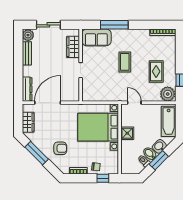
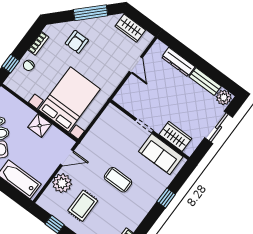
window: (114, 25) -> (166, 198), width x0.46
sofa: (96, 37) -> (161, 154), moved, turned -90
rug: (156, 71) -> (83, 206), turned 90
dresser: (27, 89) -> (178, 62), moved
plant: (168, 94) -> (62, 183), moved
door: (48, 103) -> (136, 65), width x0.53

